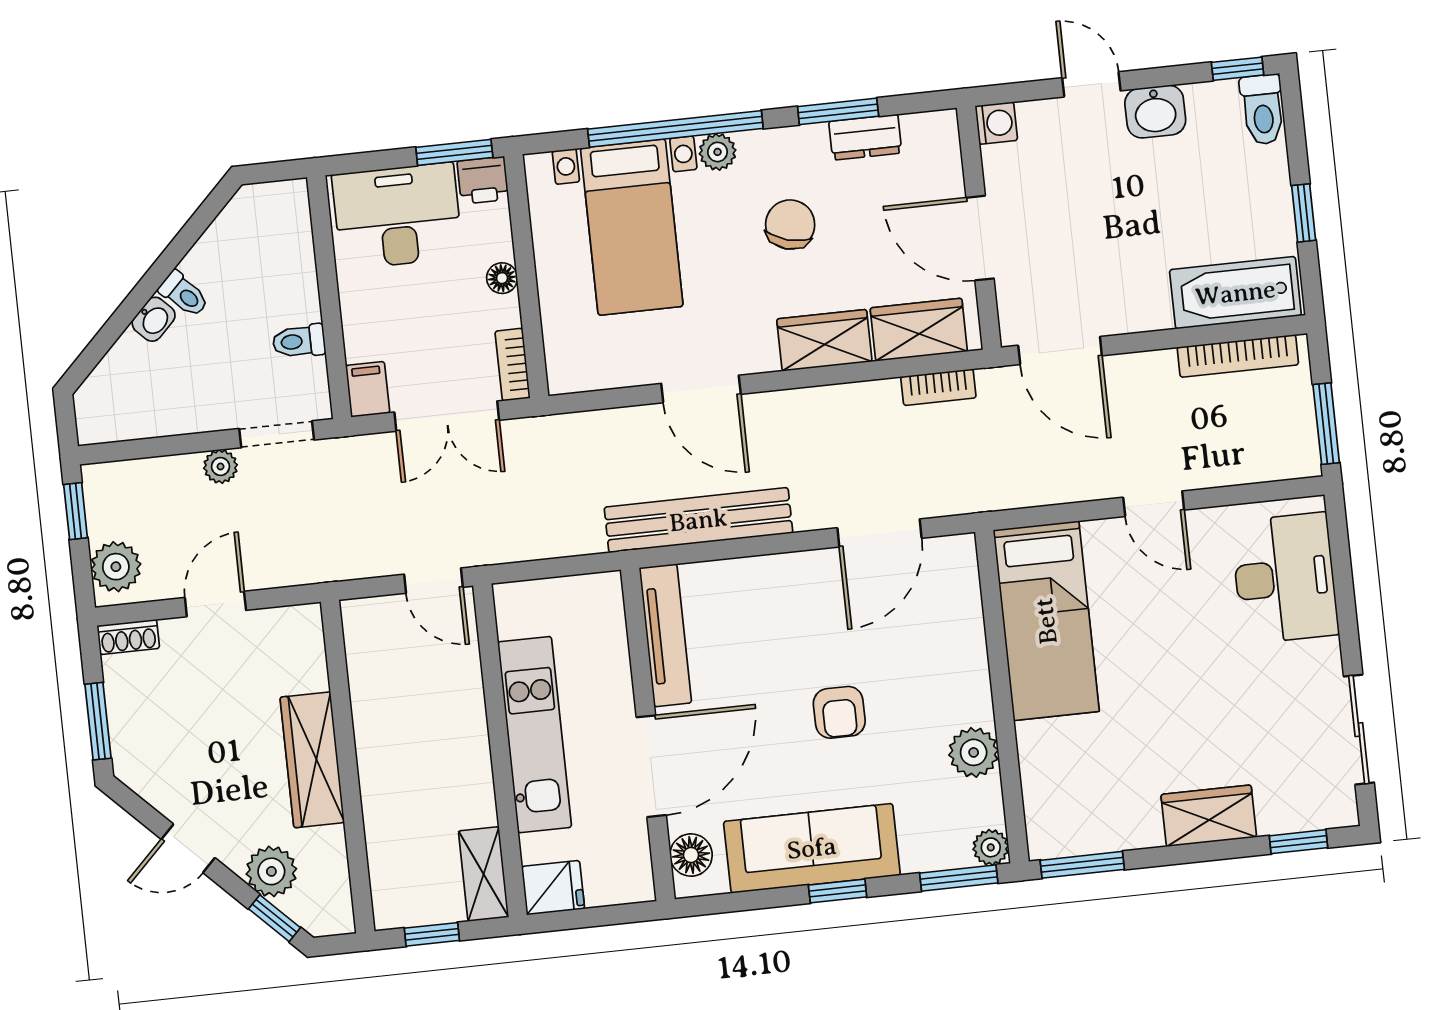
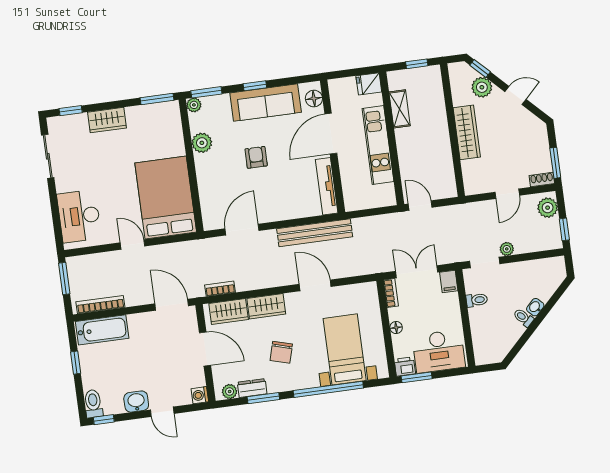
plant: (718, 152) -> (230, 392), moved
bed: (1046, 621) -> (166, 198), width x1.50
window: (98, 721) -> (555, 163), moved
shelving: (484, 874) -> (400, 109), moved

